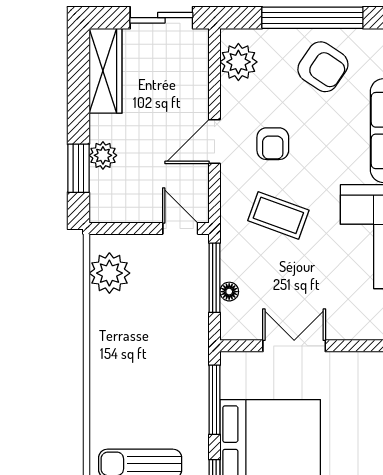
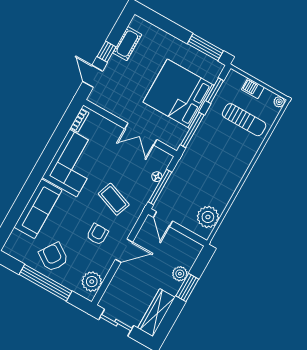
window: (78, 168) -> (187, 288), moved

